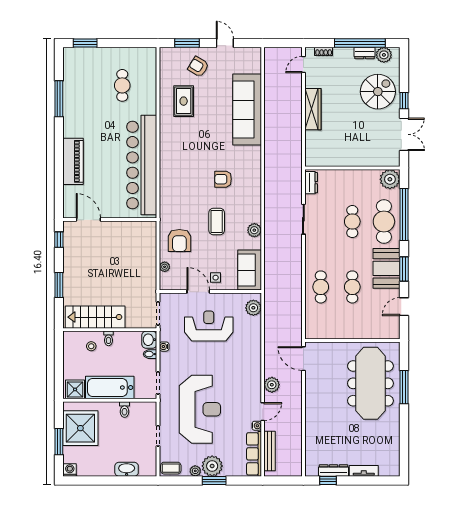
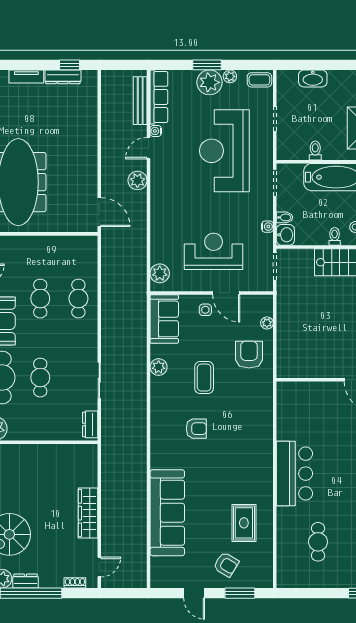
bar counter: (142, 165) -> (294, 474), width x0.54
reception desk: (209, 326) -> (214, 251), turned 180

